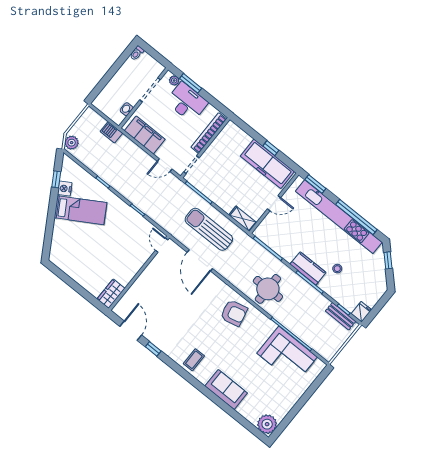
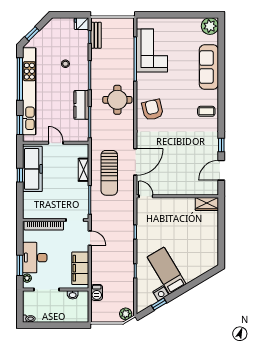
shelving: (243, 219) -> (83, 170), moved
door: (162, 245) -> (146, 196), swing flipped
kitchen counter: (308, 268) -> (81, 105), moved
sofa: (226, 390) -> (209, 67), width x1.36

